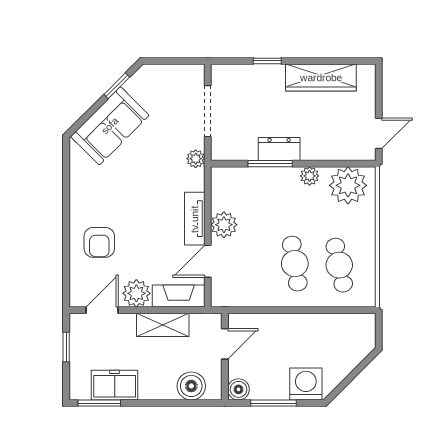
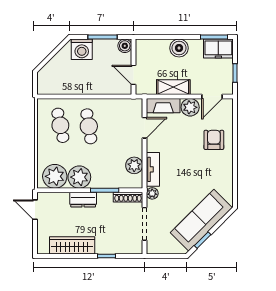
sofa: (110, 126) -> (201, 220), width x1.36
door: (379, 133) -> (35, 210), hinge flipped
dresser: (279, 149) -> (83, 200), moved
shoe rack: (234, 153) -> (128, 197), added
plant: (310, 176) -> (79, 177), width x1.88, depth x1.88
tv unit: (195, 219) -> (153, 169), moved
plant: (224, 225) -> (134, 165), moved
door: (225, 344) -> (134, 75), hinge flipped
freezer: (115, 385) -> (218, 49), moved
boiler: (191, 386) -> (179, 48), moved

